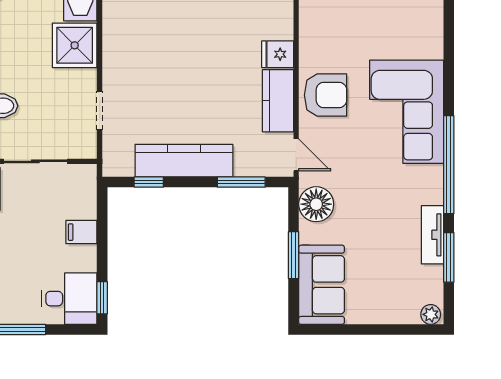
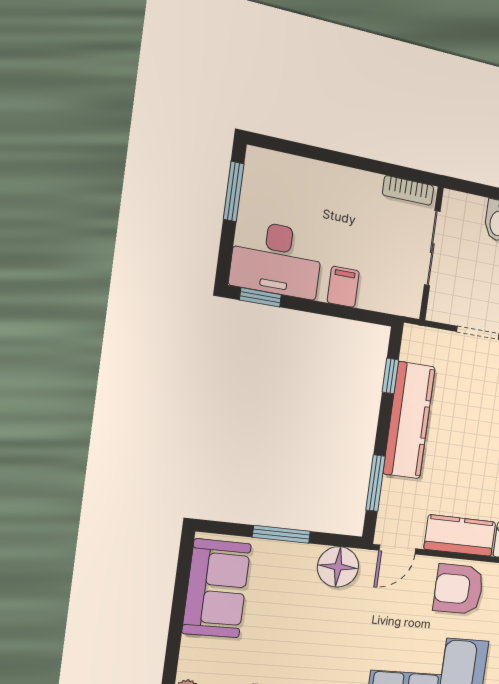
armchair: (325, 95) -> (459, 589), turned 90
sofa: (322, 285) -> (217, 588), moved, turned -90
desk: (69, 299) -> (277, 259), width x1.37

